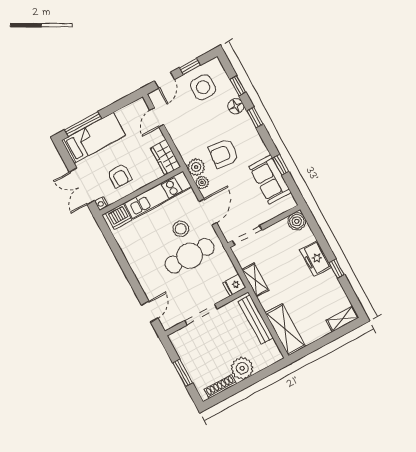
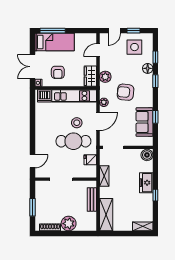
plant: (196, 167) -> (105, 77), moved
fridge: (234, 285) -> (90, 160), moved
bench: (256, 320) -> (92, 200), width x0.73

